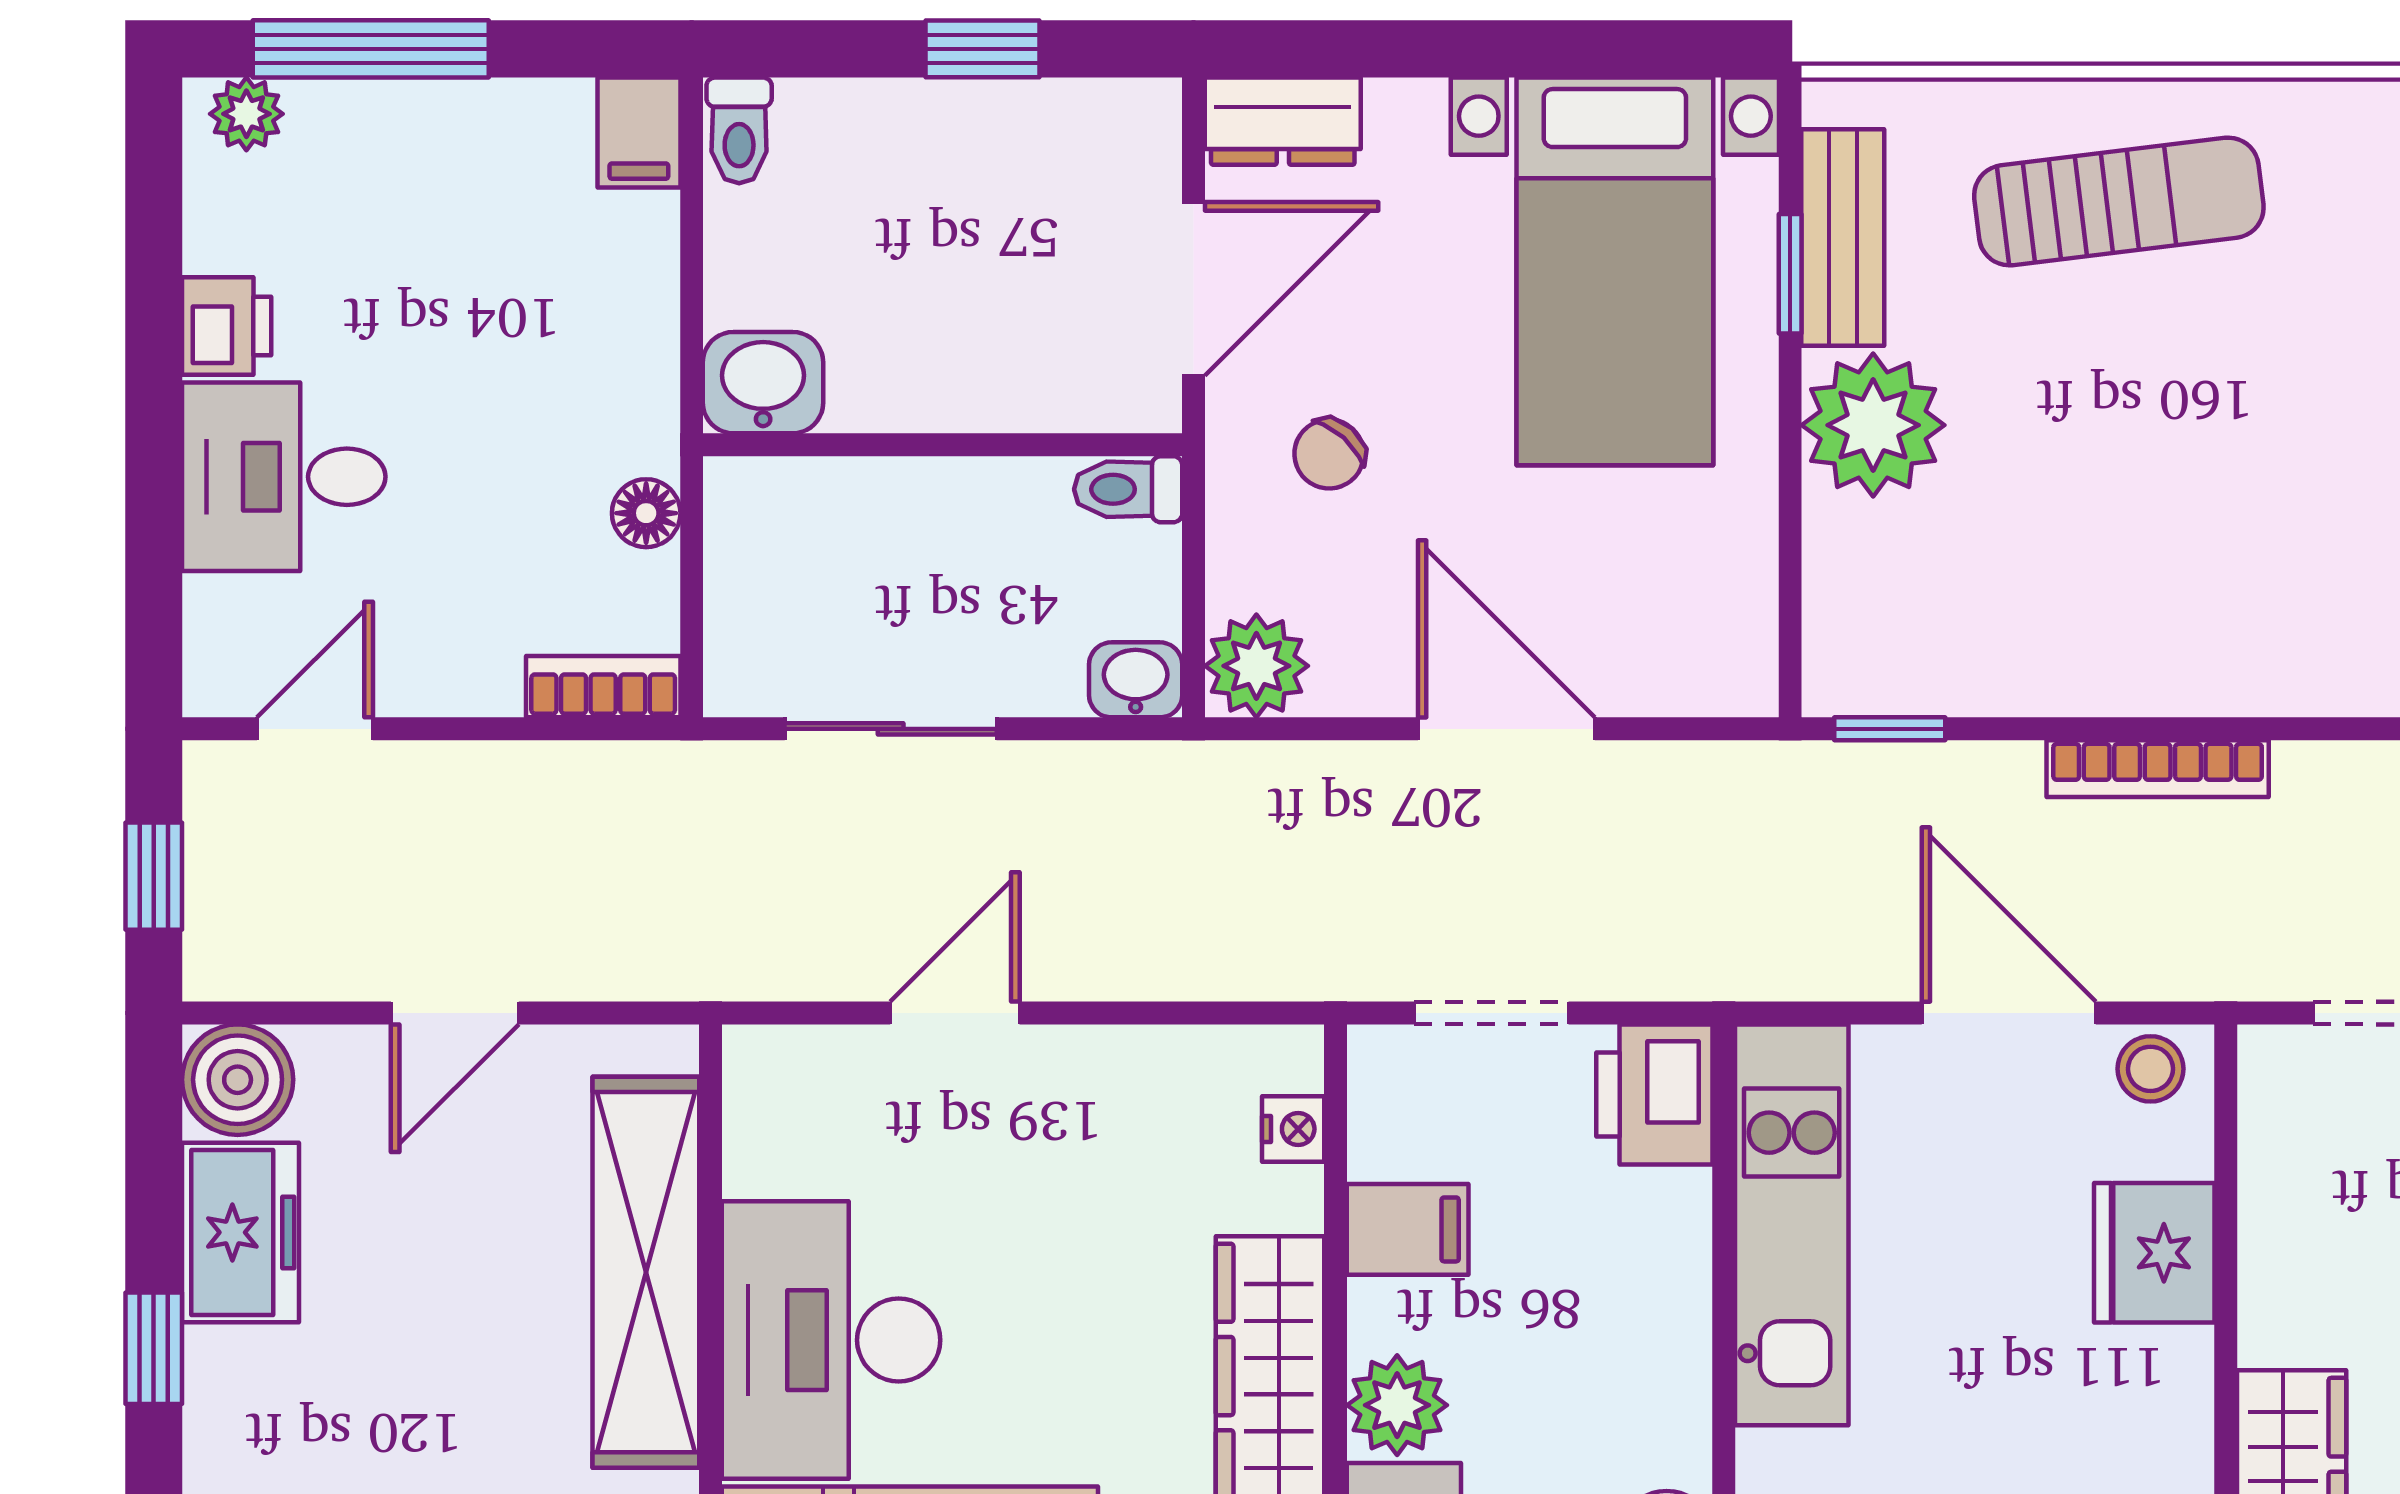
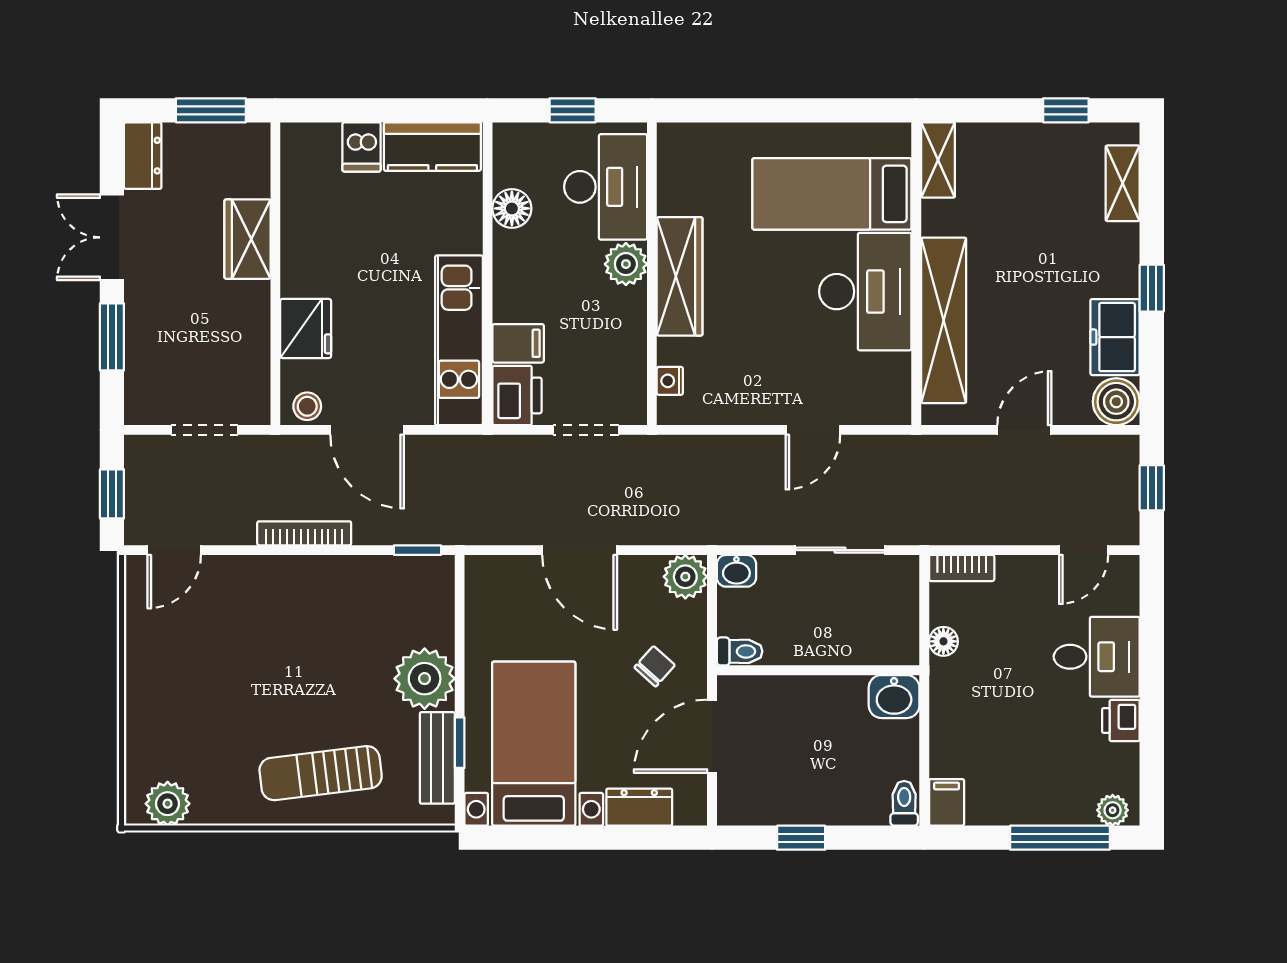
dresser: (1283, 121) -> (639, 807), moved
filing cabinet: (1408, 1229) -> (518, 343), moved, turned 180

